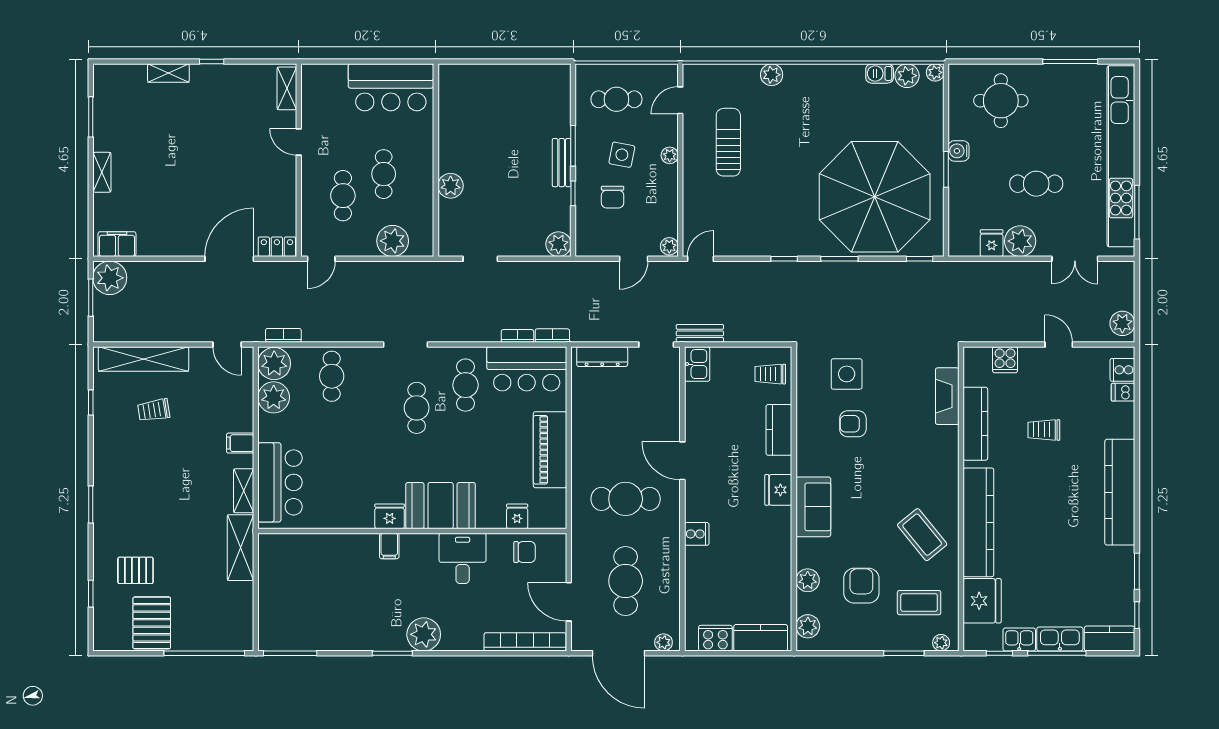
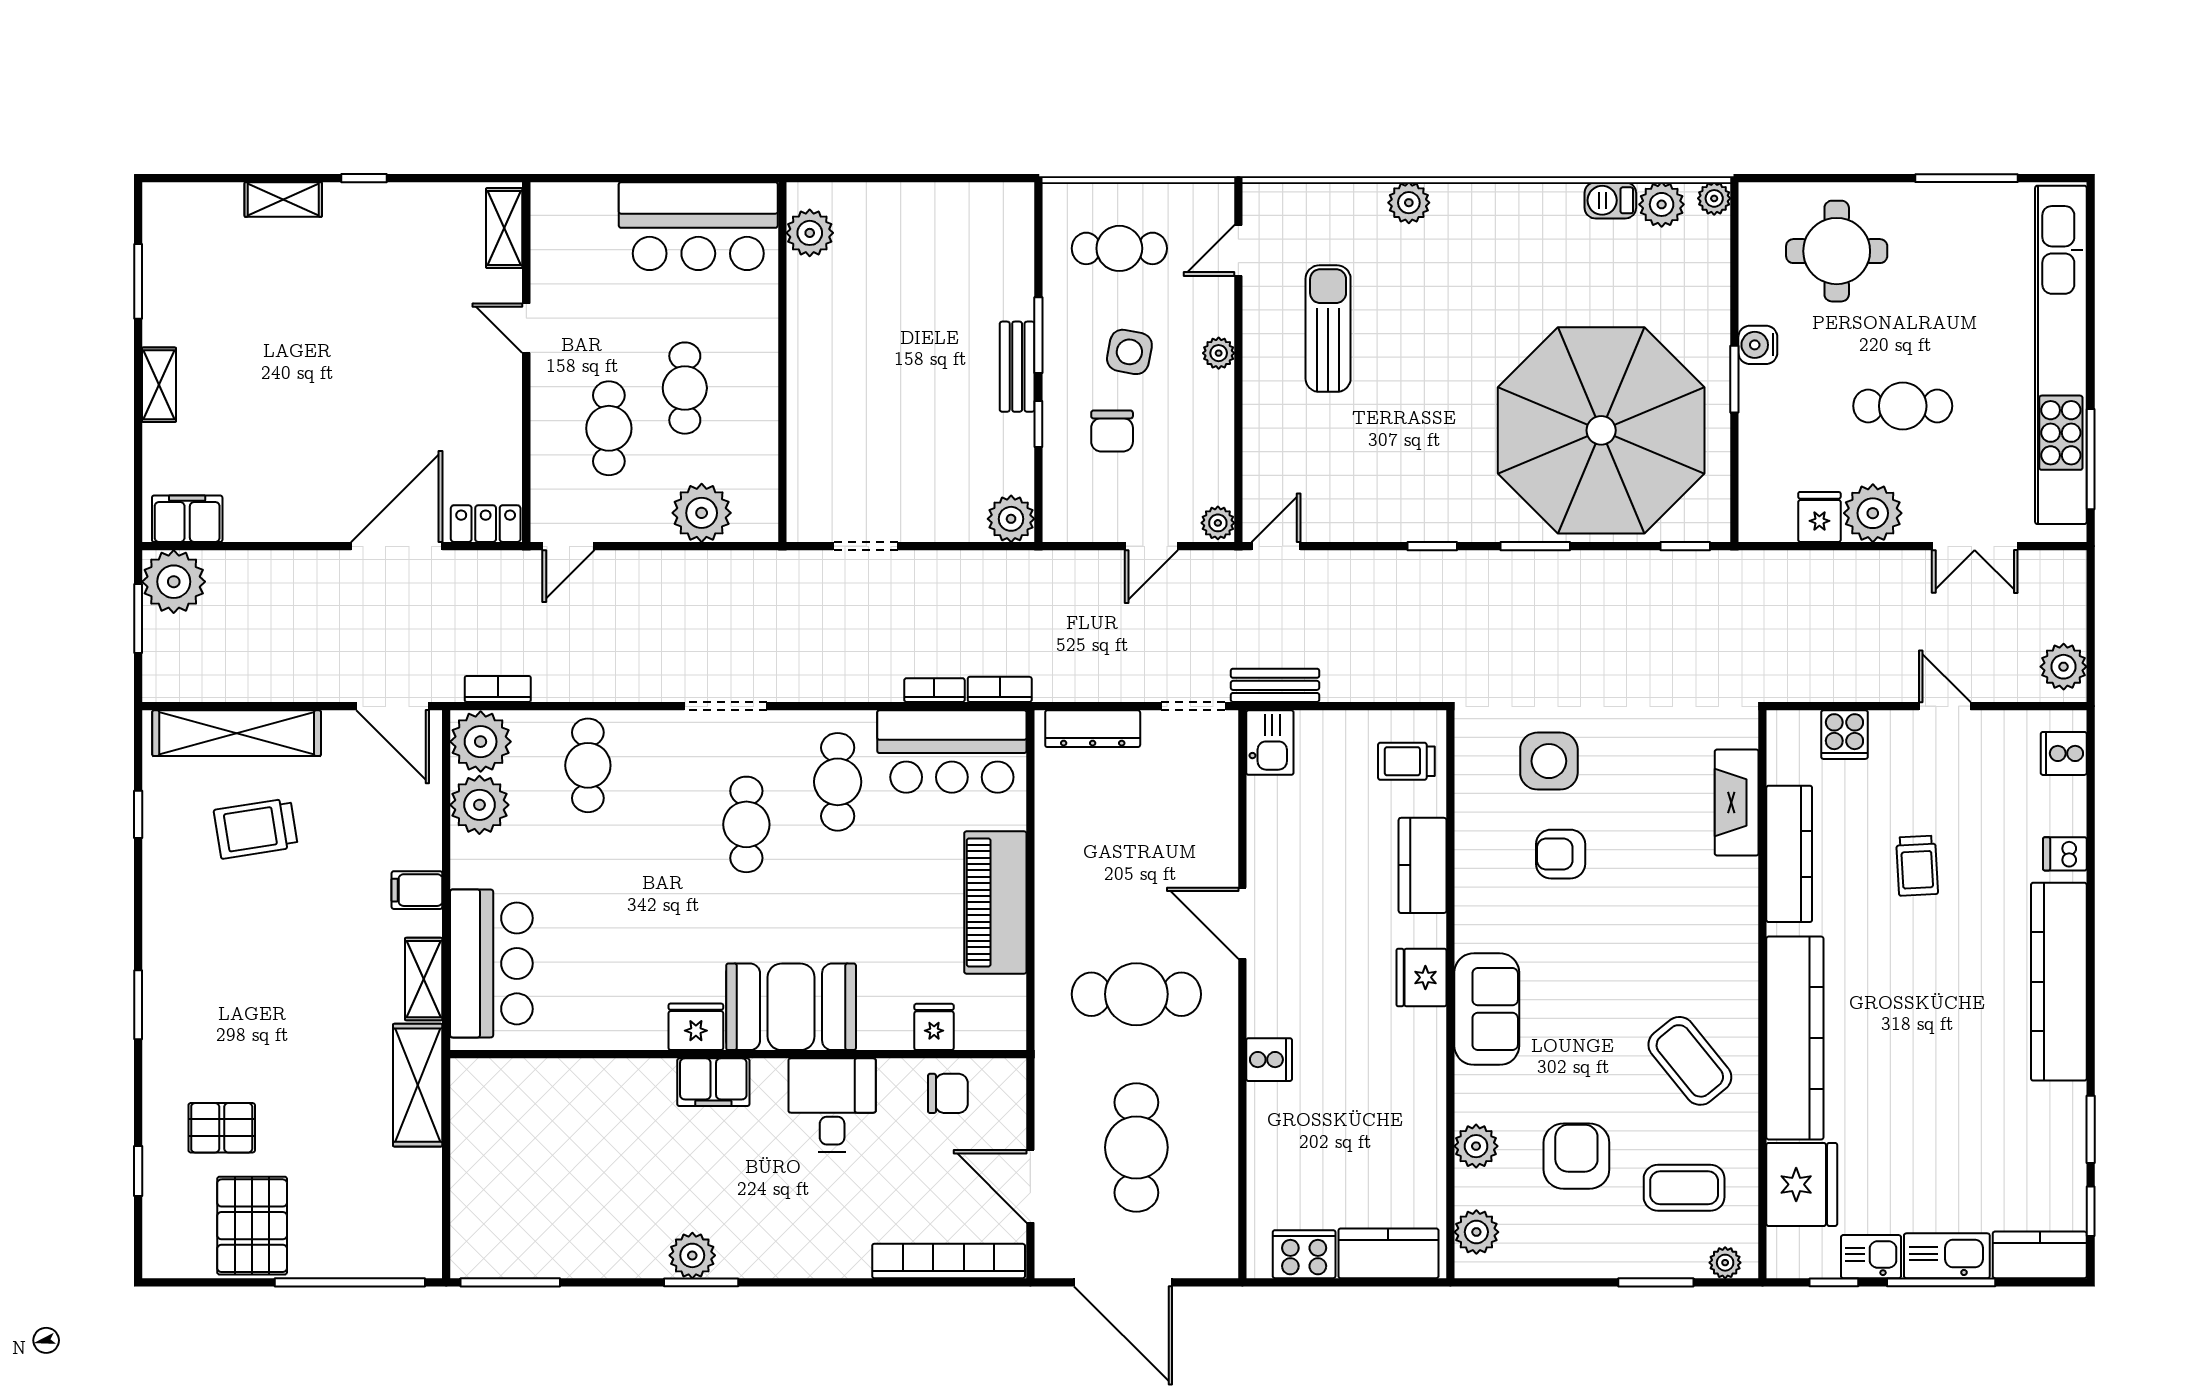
plant: (451, 186) -> (810, 233), moved
door: (227, 345) -> (393, 706), width x1.38
dishwasher: (1123, 392) -> (2065, 854), moved
trolley: (154, 410) -> (256, 828), width x1.36, depth x1.39
trolley: (1044, 430) -> (1917, 866), turned -93
filing cabinet: (389, 546) -> (713, 1082), width x2.00
plant: (424, 634) -> (692, 1255), moved, width x0.73, depth x0.73
plant: (664, 642) -> (1207, 1262), removed

